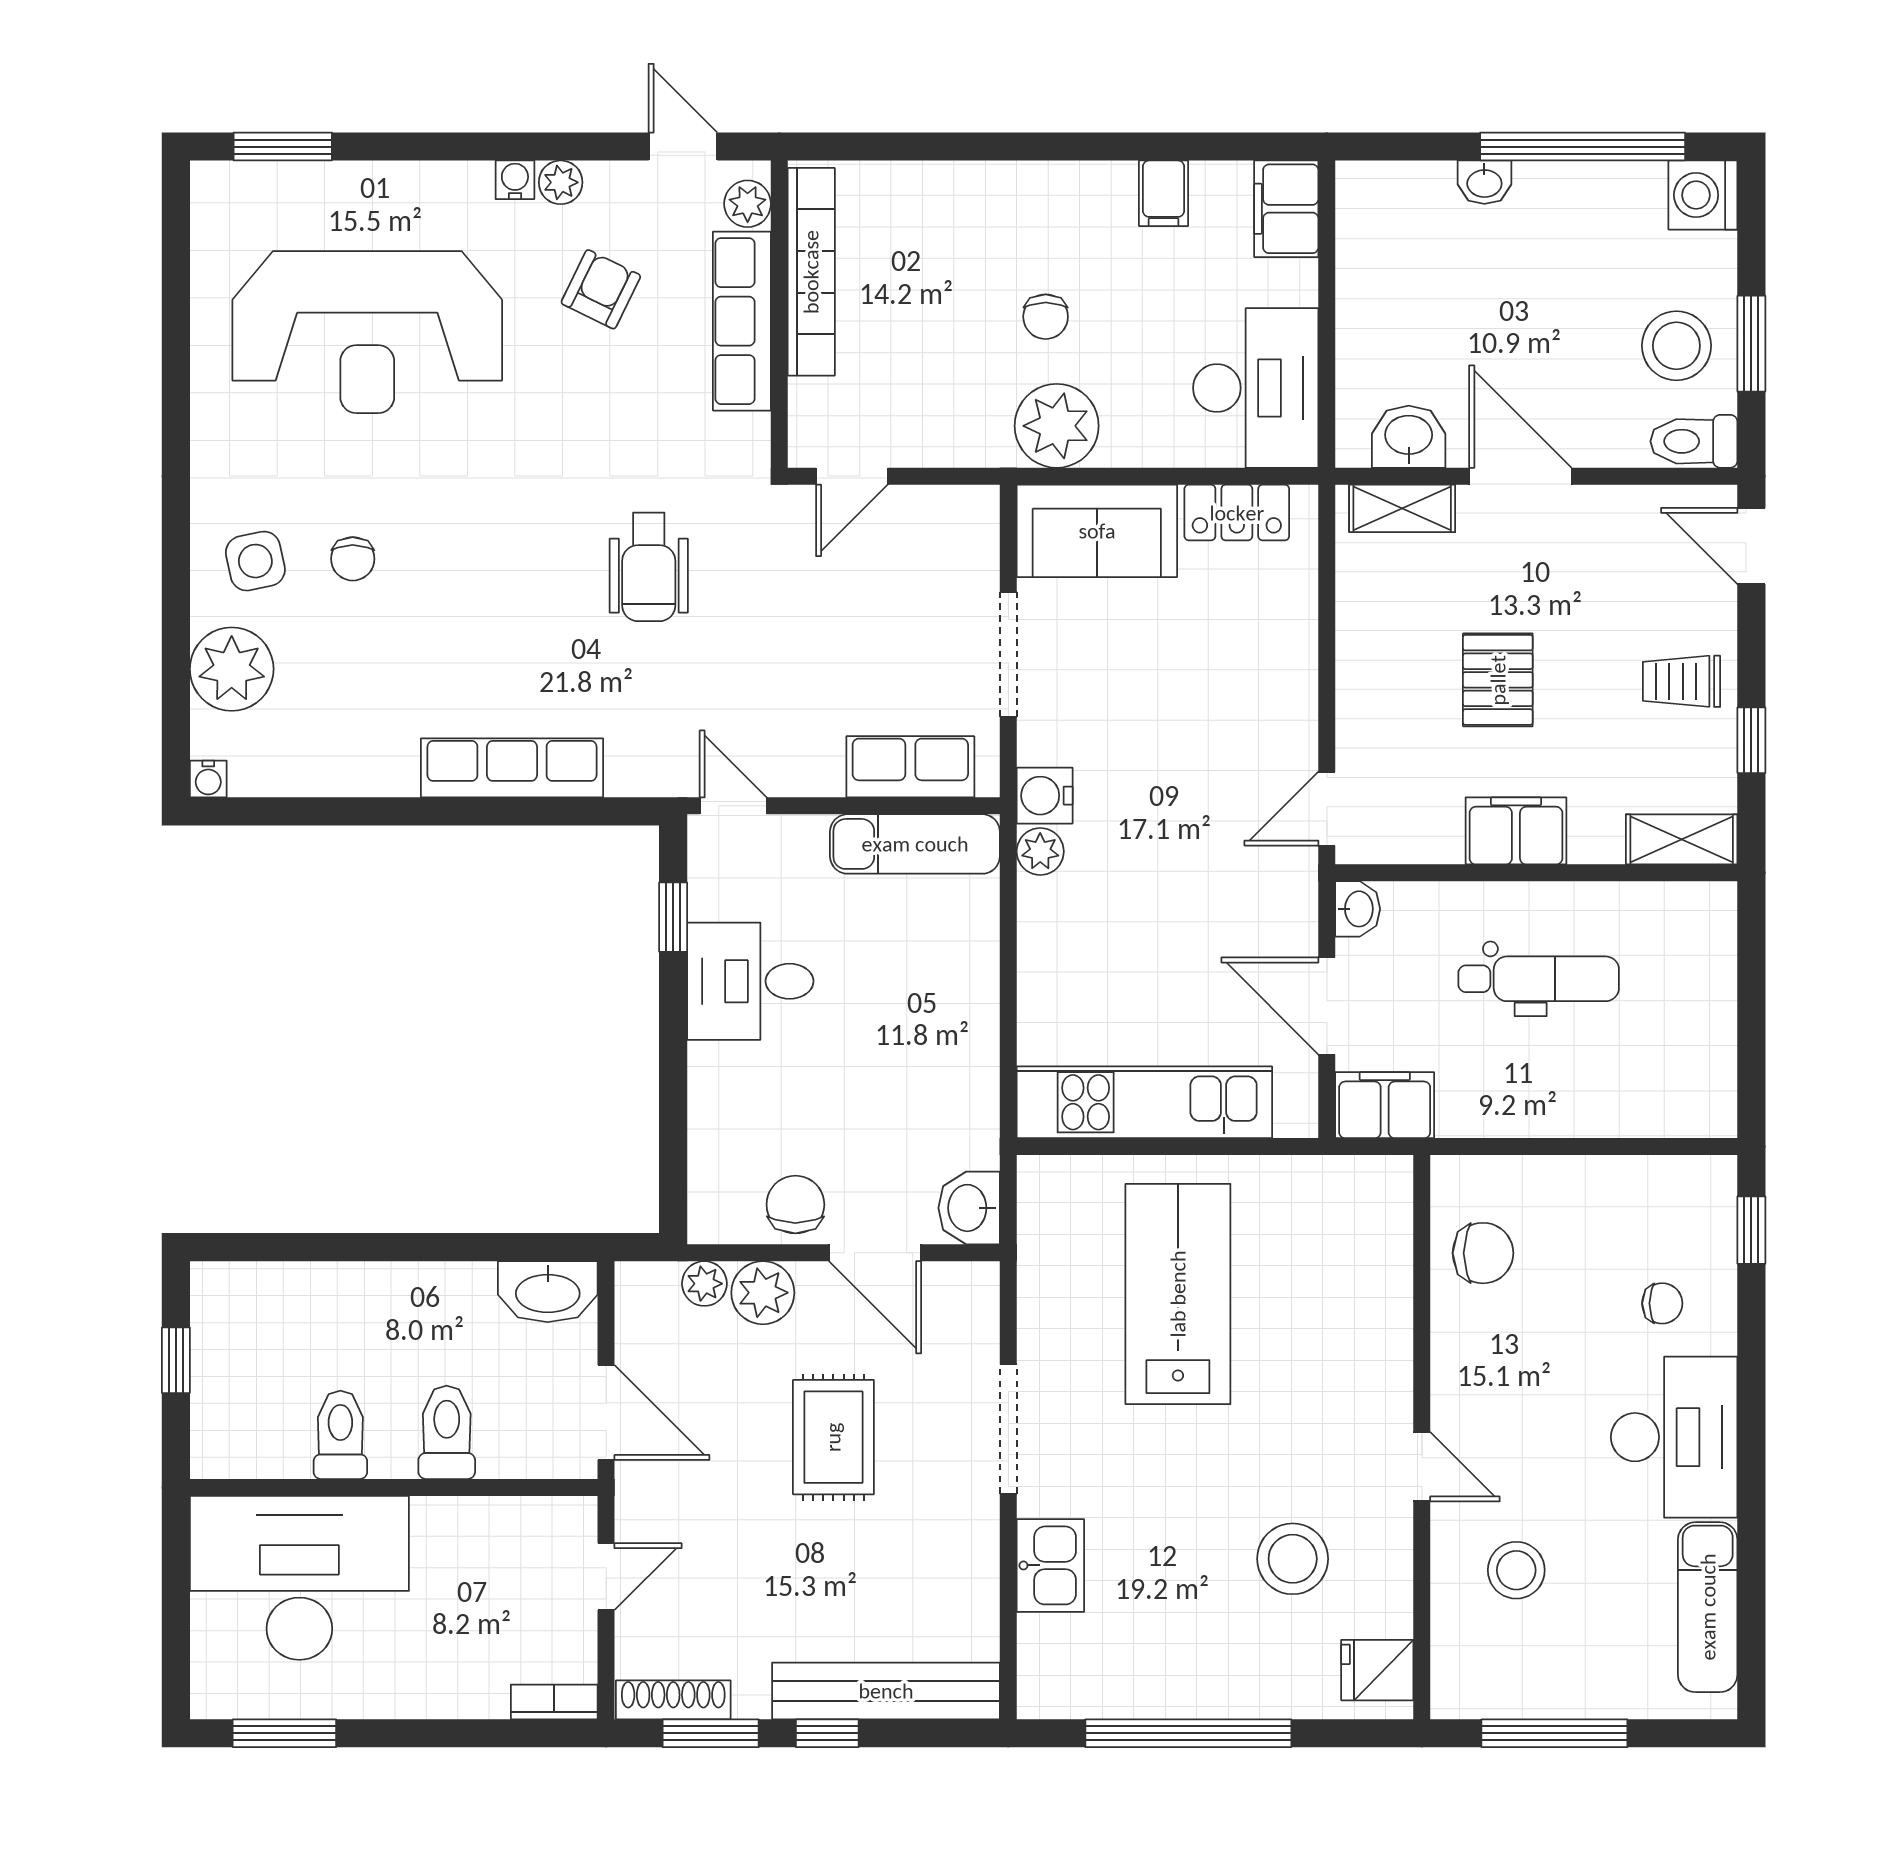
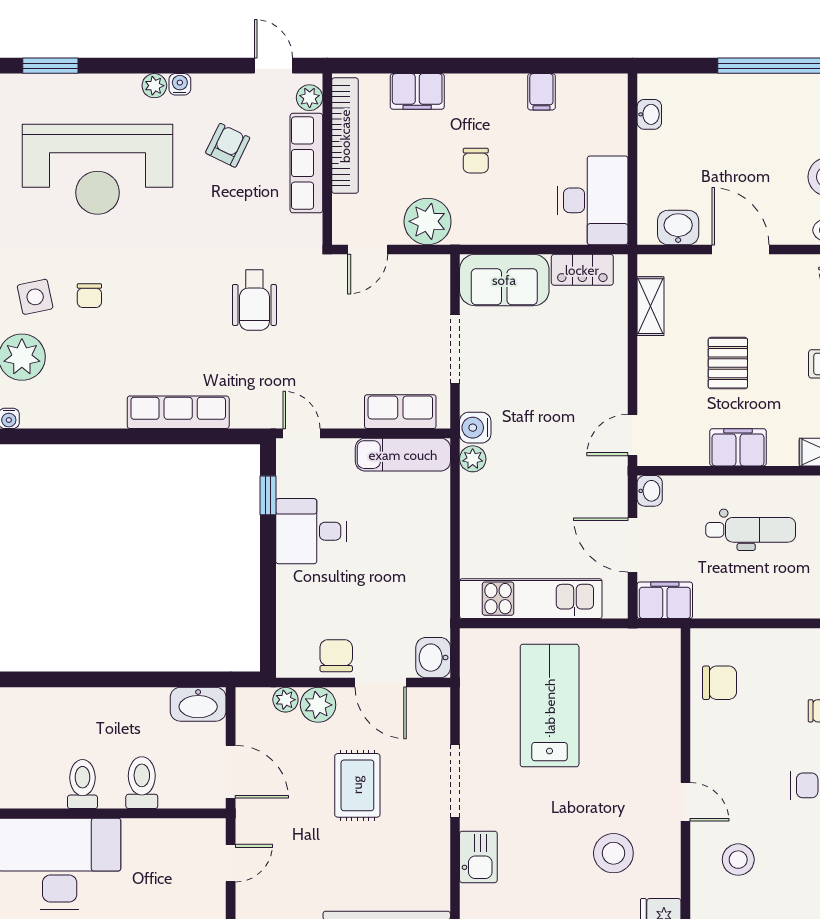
plant: (561, 182) -> (154, 86), moved
washbasin: (1484, 182) -> (649, 114), moved, turned -90
filing cabinet: (1286, 209) -> (417, 91), moved, turned -90
plant: (1057, 426) -> (428, 221), moved
shelving: (1402, 508) -> (650, 306), moved, turned 90

